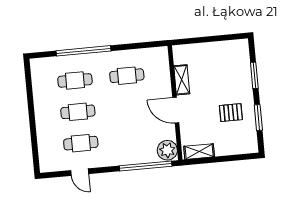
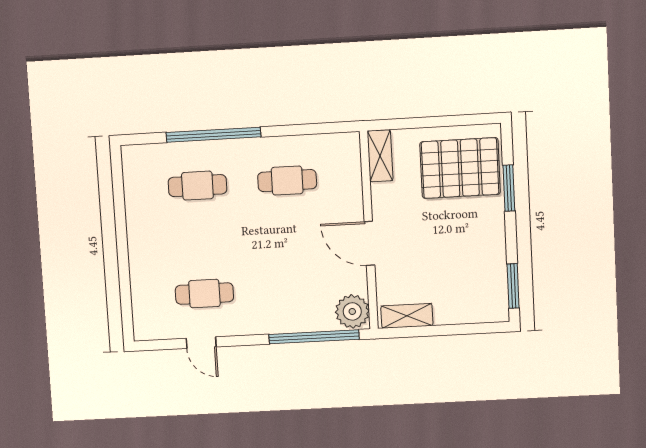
shelving: (182, 80) -> (380, 156), moved
cafe table: (78, 112) -> (201, 240), removed
pallet: (231, 113) -> (460, 168), moved, width x2.05, depth x2.00
window: (258, 118) -> (513, 286), moved

